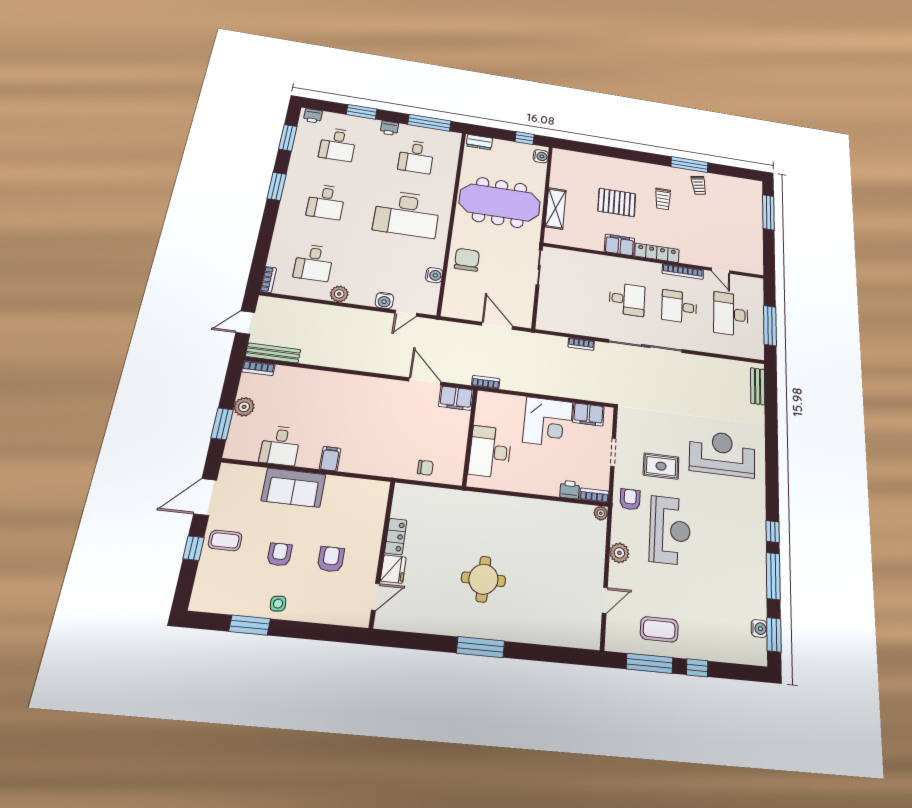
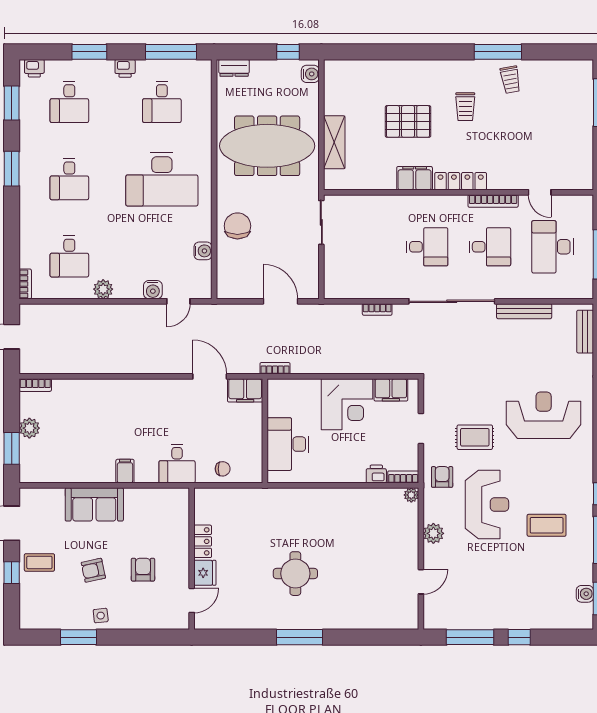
desk: (679, 307) -> (490, 247), turned 180
bench: (273, 353) -> (524, 311), moved
desk: (280, 446) -> (177, 464), moved
armchair: (280, 554) -> (93, 570), turned -102
coffee table: (659, 629) -> (547, 525), moved

